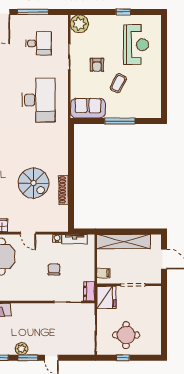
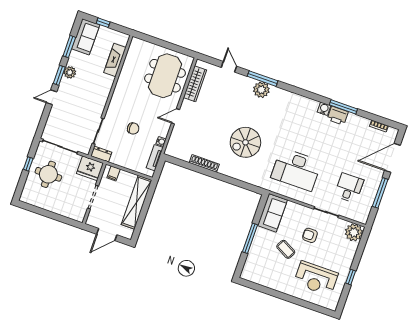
desk: (39, 43) -> (349, 188), turned 180
spiral stairs: (34, 183) -> (245, 142), moved

